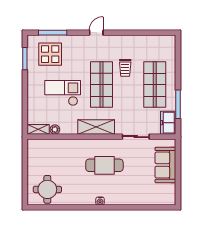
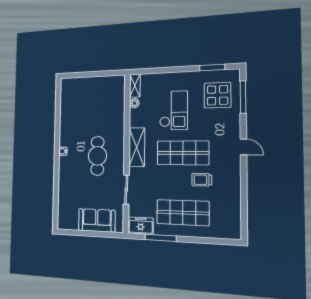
round table: (47, 189) -> (75, 98), removed

